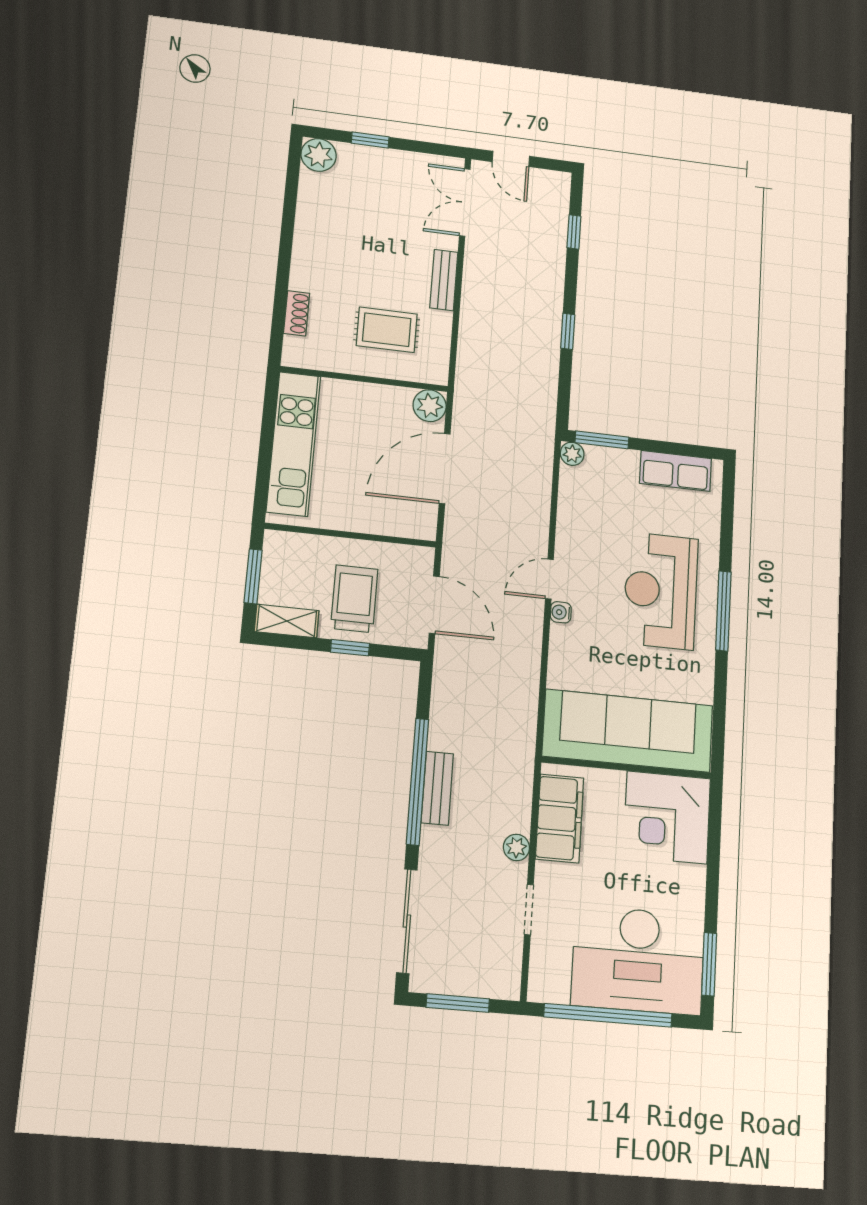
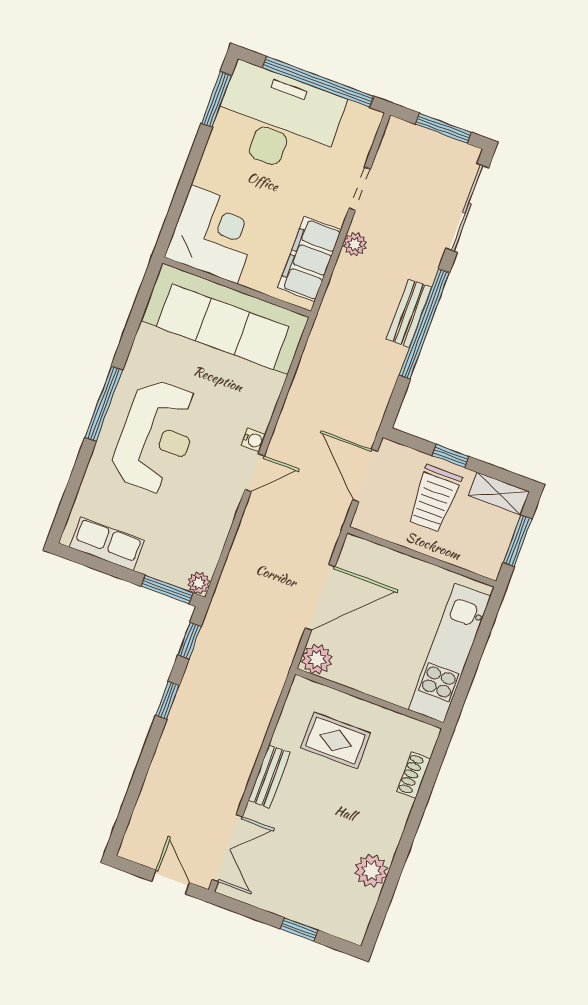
plant: (319, 155) -> (371, 871), moved
window: (574, 232) -> (190, 641), moved

